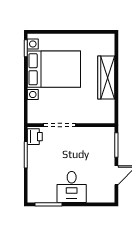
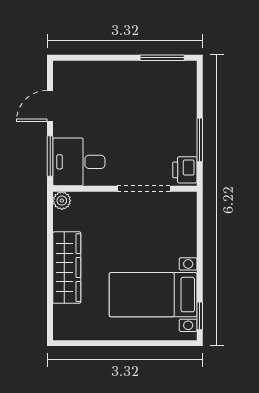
bed with nightstands: (54, 69) -> (153, 295), width x0.73
plant: (109, 118) -> (62, 201), added
desk: (72, 187) -> (79, 162), moved, turned -90

